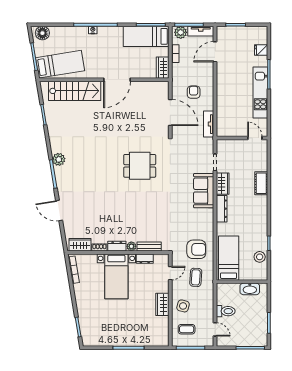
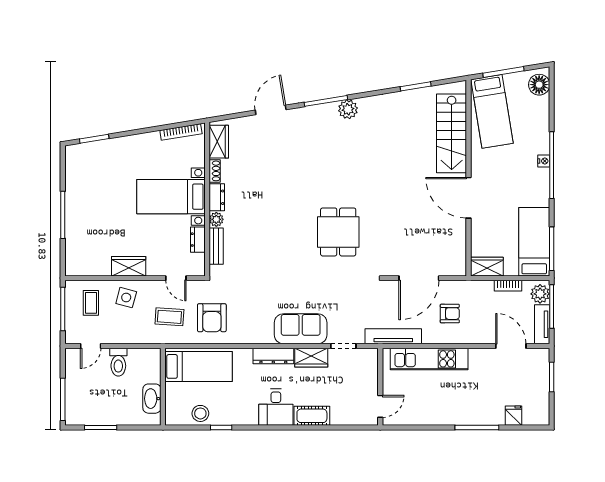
kitchen unit: (260, 93) -> (429, 359), moved, turned 180
tv unit: (209, 124) -> (393, 336), width x1.41
desk: (255, 207) -> (276, 407), added

